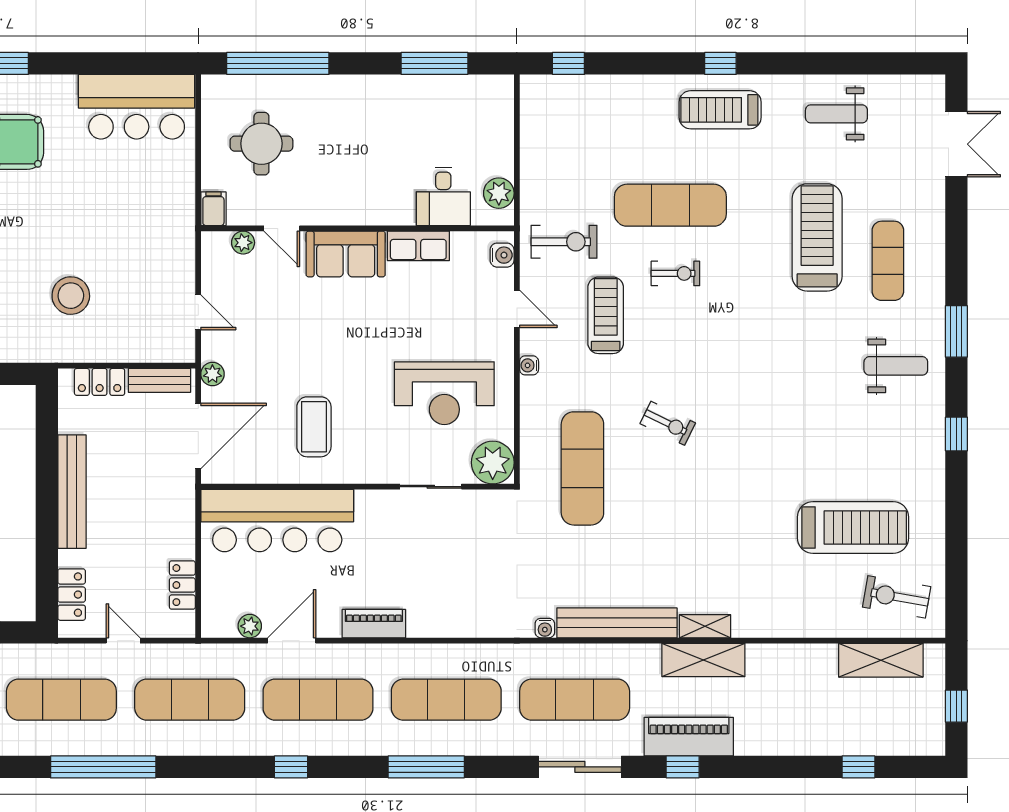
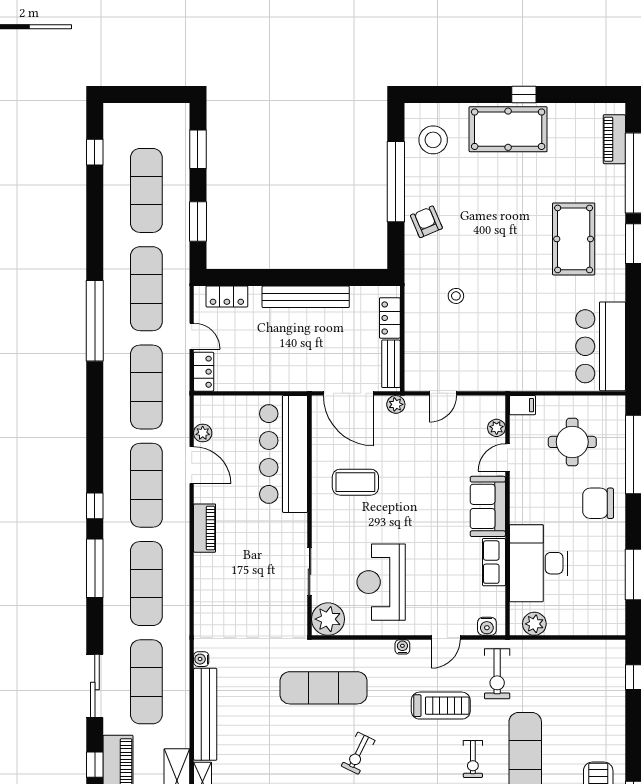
chair: (342, 110) -> (598, 503), added
desk: (443, 197) -> (538, 563), width x1.87, depth x1.30
stool: (71, 296) -> (456, 296), width x0.53, depth x0.53
locker: (182, 585) -> (204, 372), moved, turned 90
door: (123, 641) -> (192, 336), hinge flipped
window: (291, 767) -> (95, 506), moved

